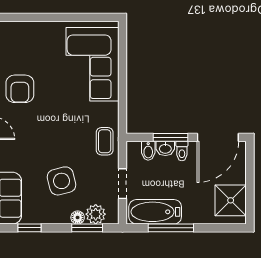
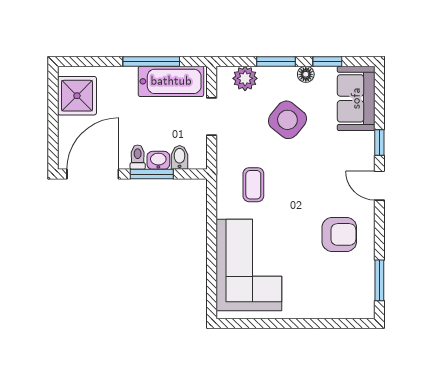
armchair: (20, 89) -> (339, 234), turned 90
coffee table: (105, 141) -> (253, 185), moved
side table: (62, 181) -> (287, 120), turned -37
floor lamp: (78, 218) -> (306, 74), moved
window: (87, 228) -> (276, 61), moved

